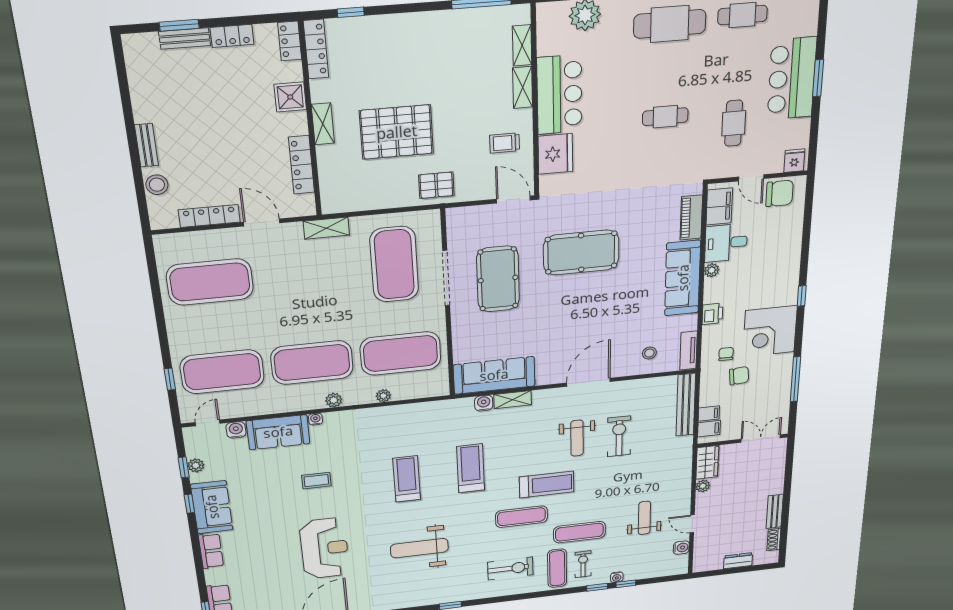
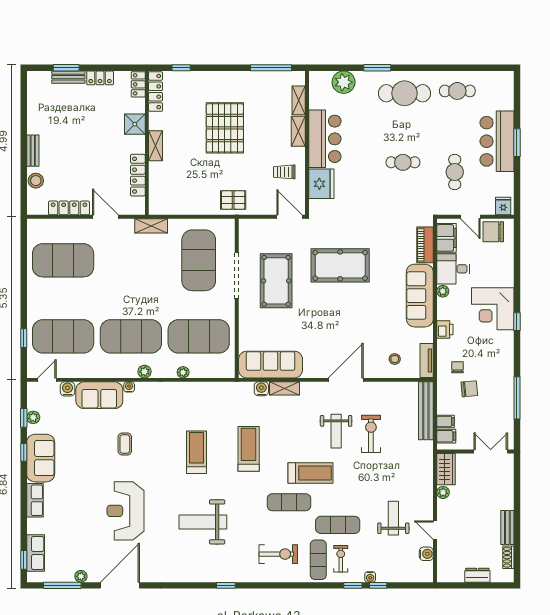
pallet: (397, 132) -> (225, 128), moved, turned 90
chair: (780, 193) -> (493, 232), turned 180
corner desk: (770, 331) -> (493, 309), moved
coffee table: (316, 481) -> (125, 444), turned 90
reception desk: (324, 548) -> (125, 511), turned 180

